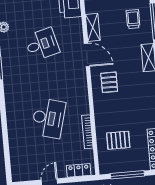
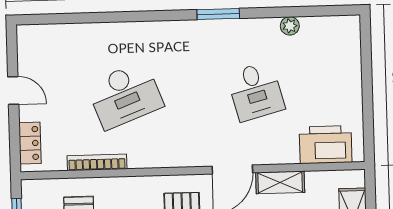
desk: (48, 118) -> (125, 95), turned -36

